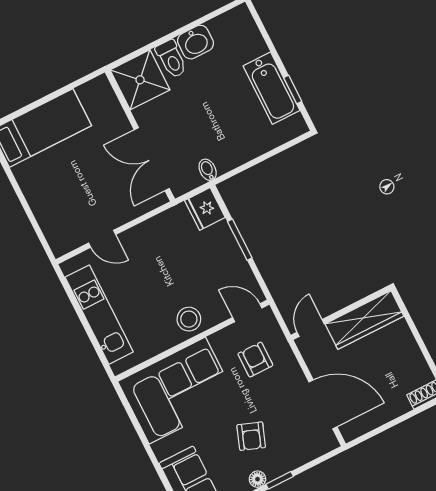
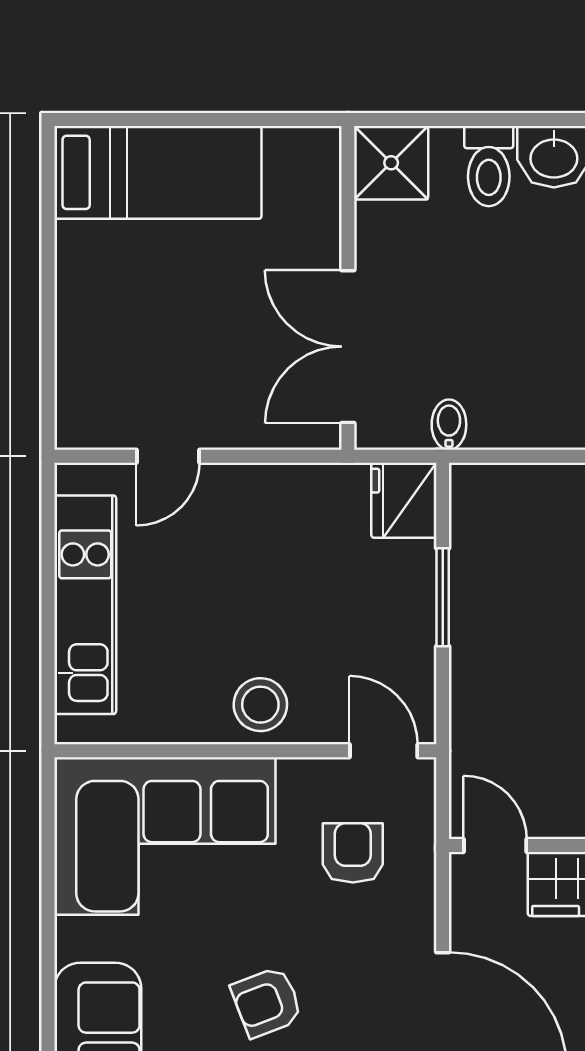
shower: (140, 80) -> (391, 163), width x0.73, depth x0.73
door: (102, 239) -> (168, 456), hinge flipped
door: (311, 328) -> (495, 845), hinge flipped
armchair: (251, 436) -> (267, 1002), turned 49

